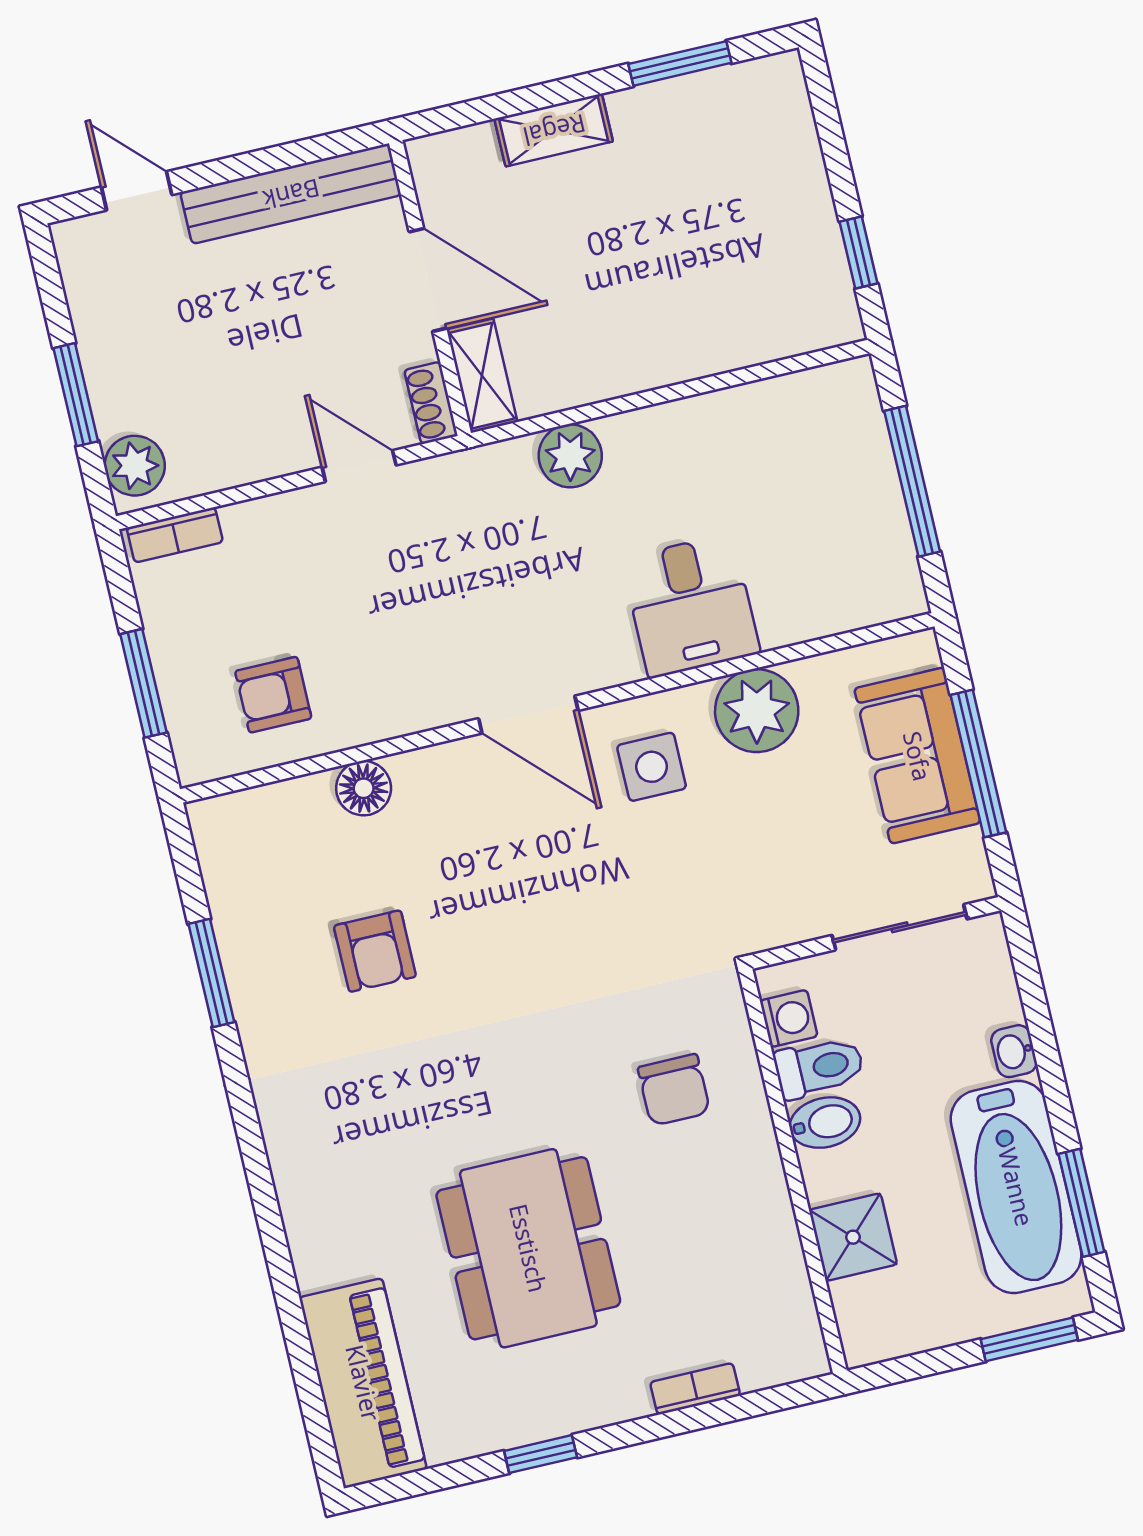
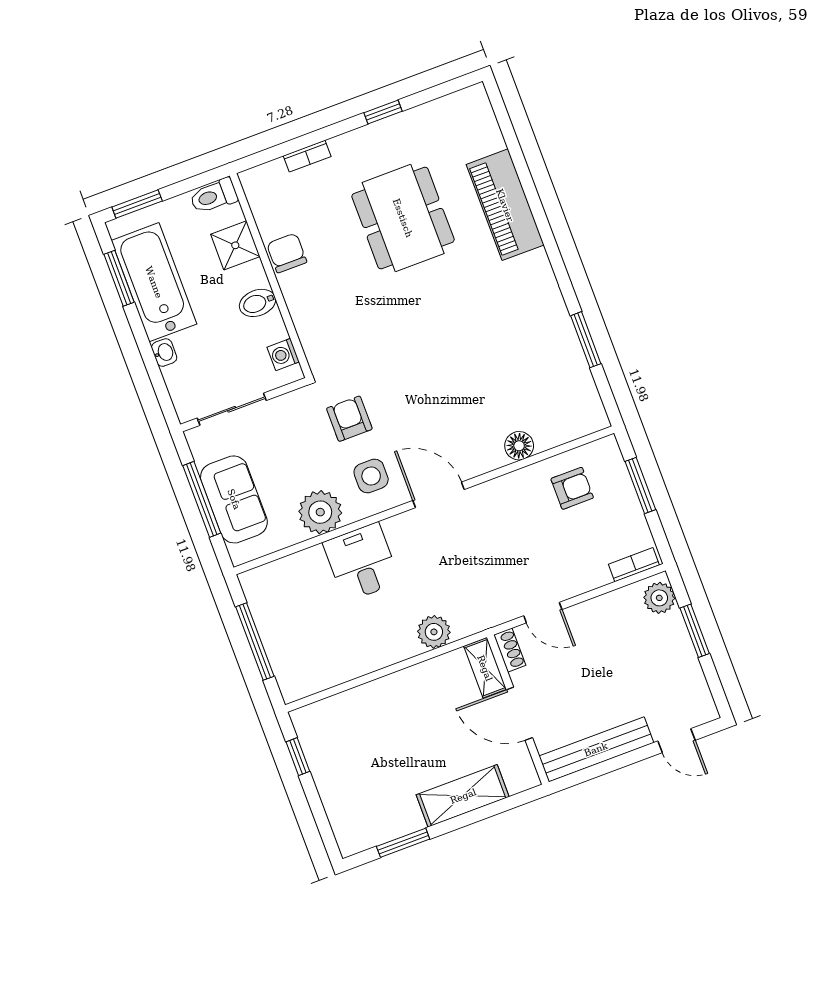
shelving: (554, 130) -> (463, 796), width x1.50, depth x1.33
armchair: (375, 951) -> (349, 419), moved
toilet: (819, 1067) -> (214, 196), moved
chair: (674, 1090) -> (287, 253), moved
piano: (363, 1383) -> (505, 205), moved

